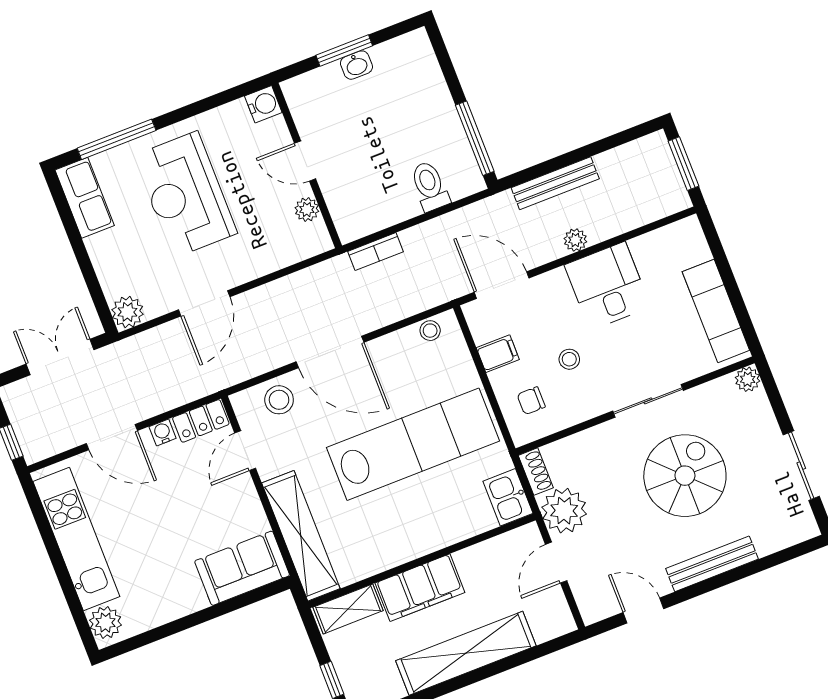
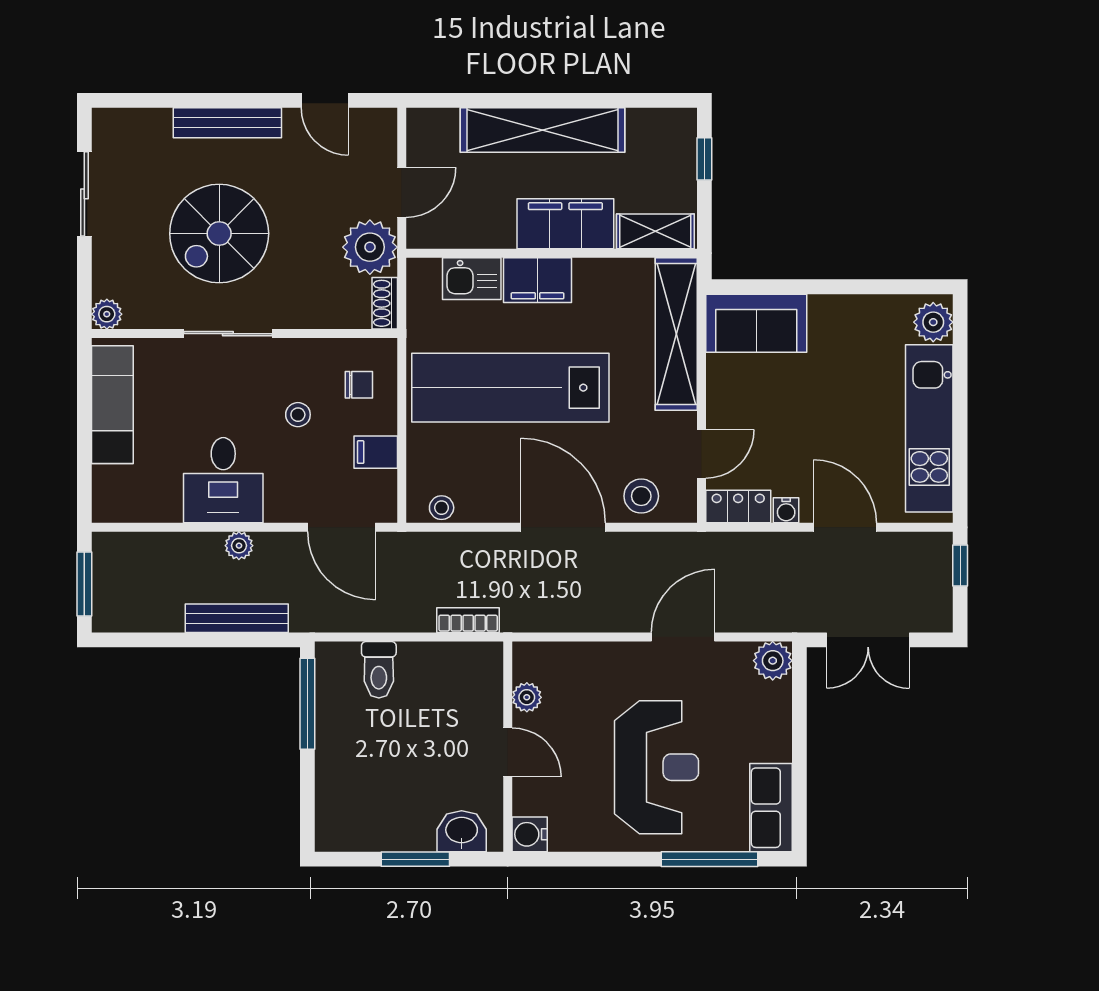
washbasin: (356, 65) -> (462, 831), moved, width x1.38, depth x1.45
kitchen sink: (508, 497) -> (472, 279), moved, turned 90
filing cabinet: (424, 536) -> (537, 280), added

